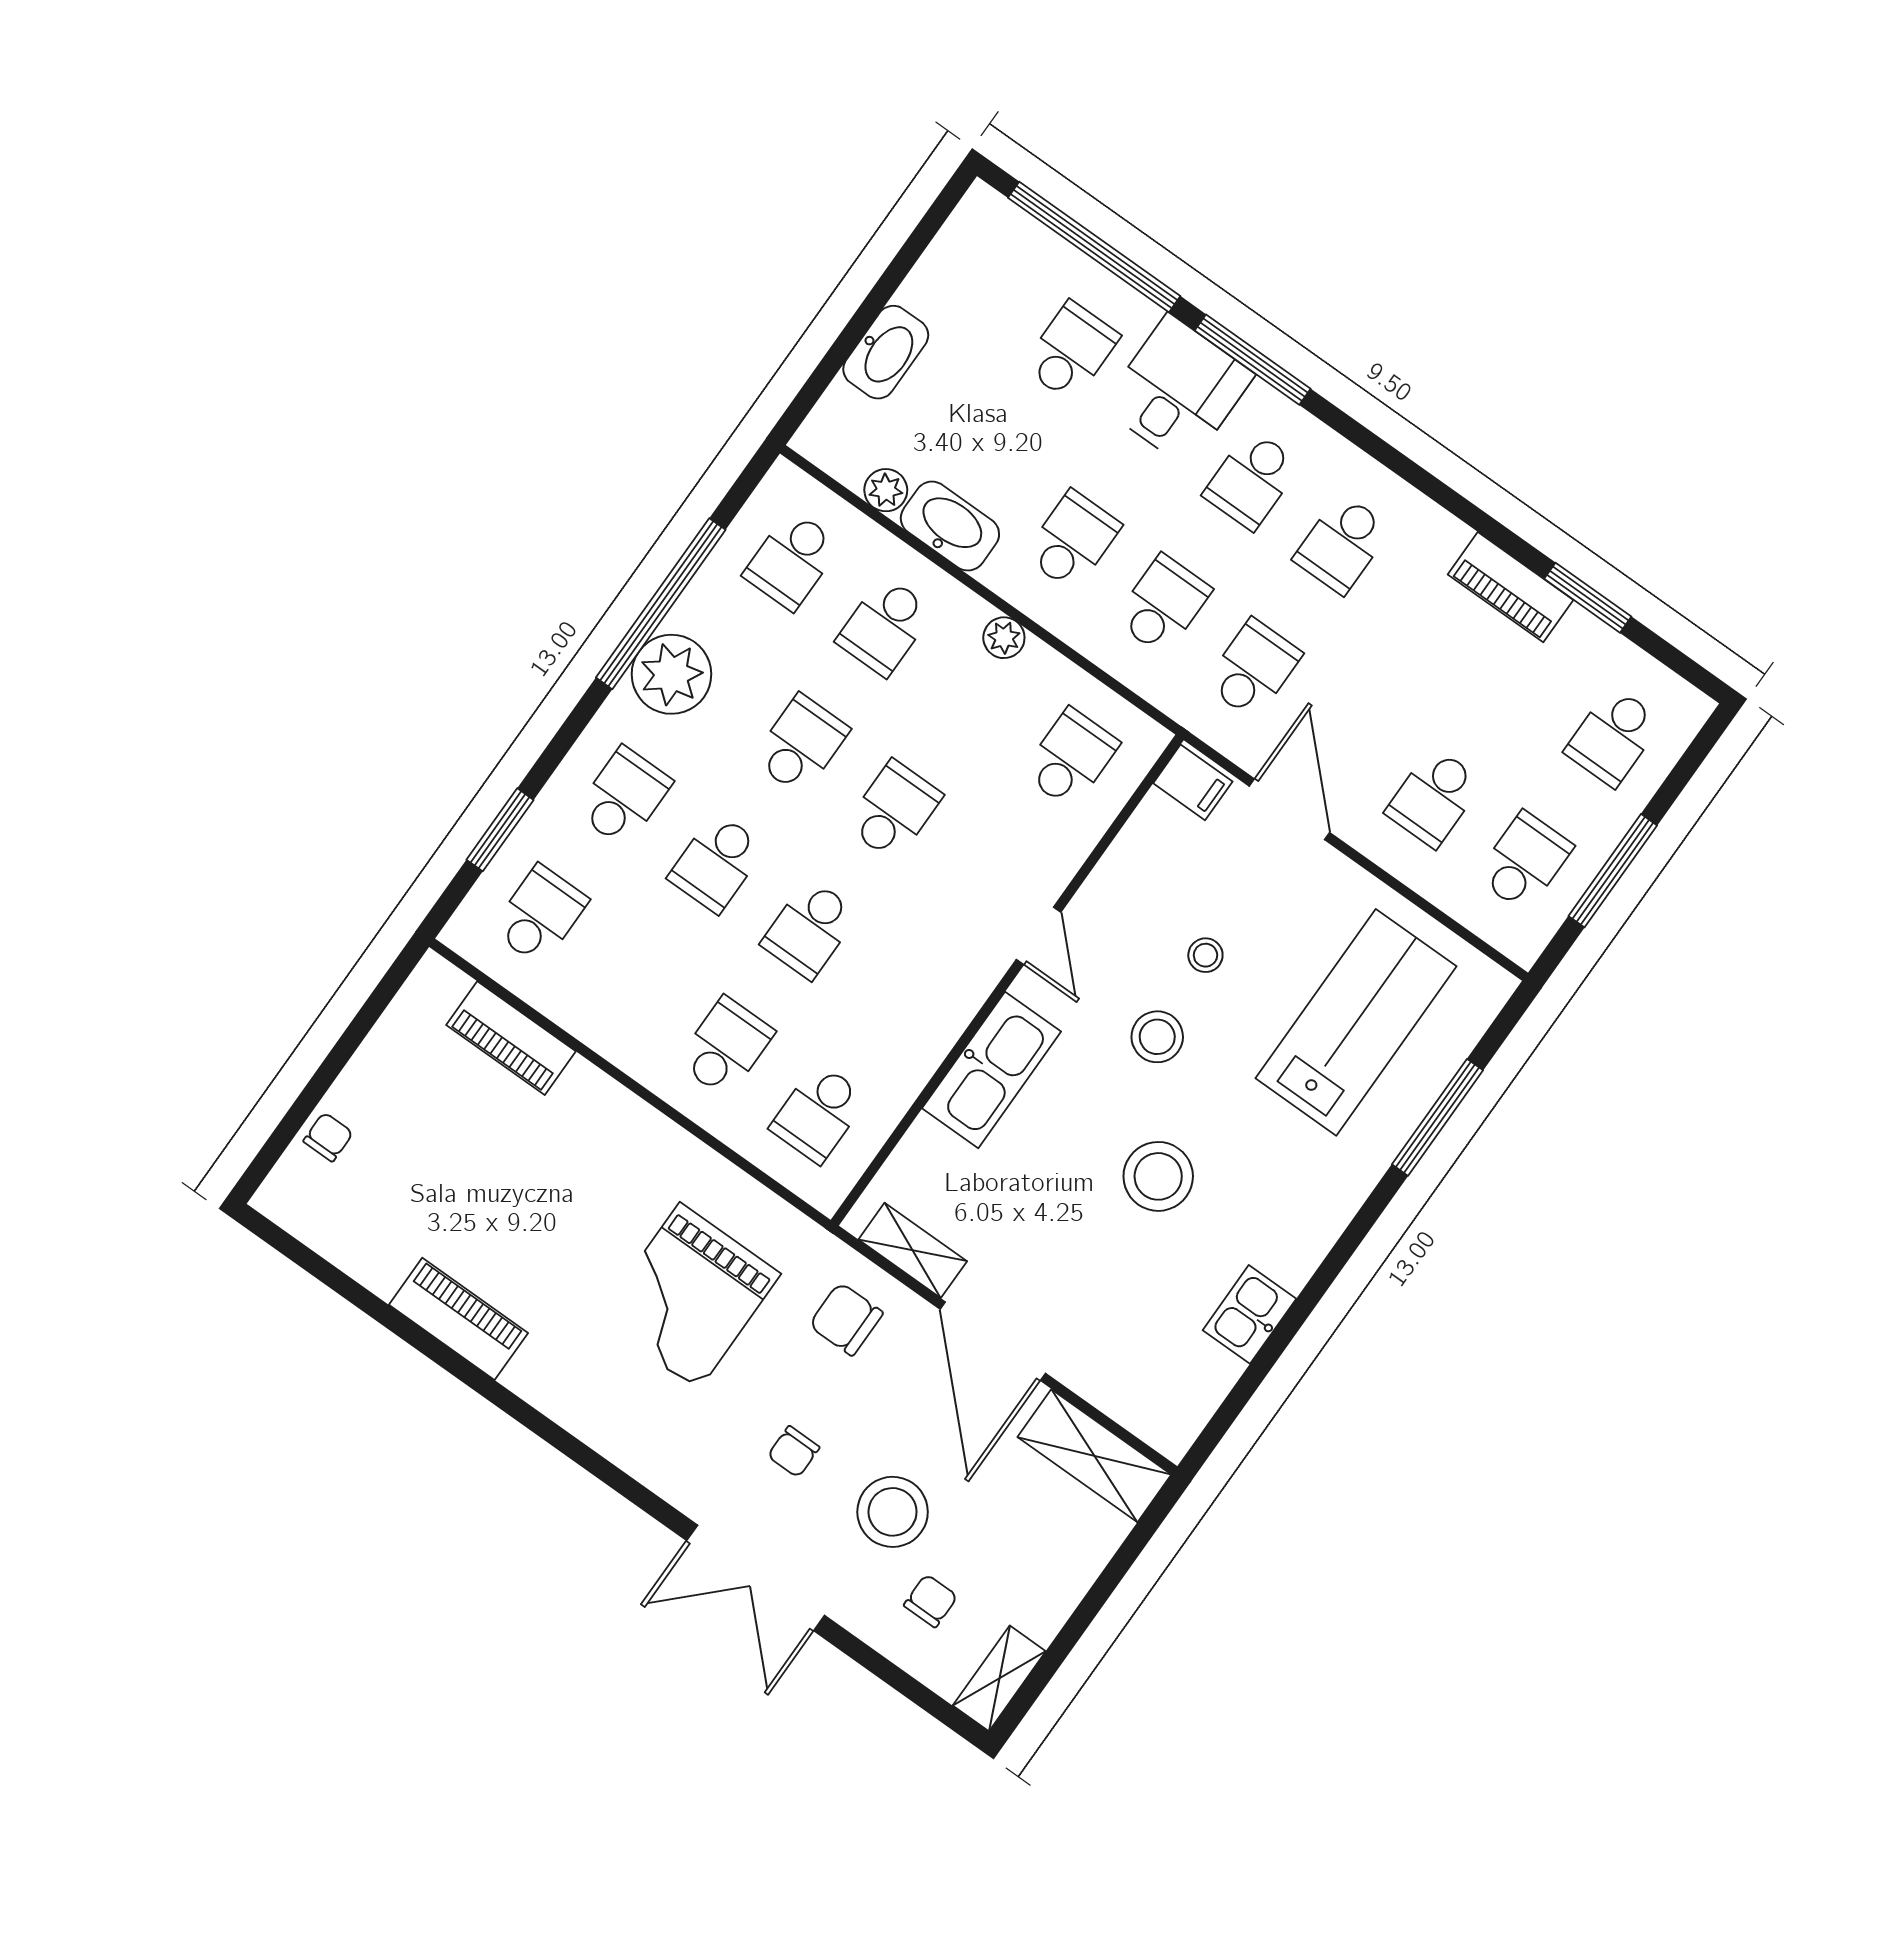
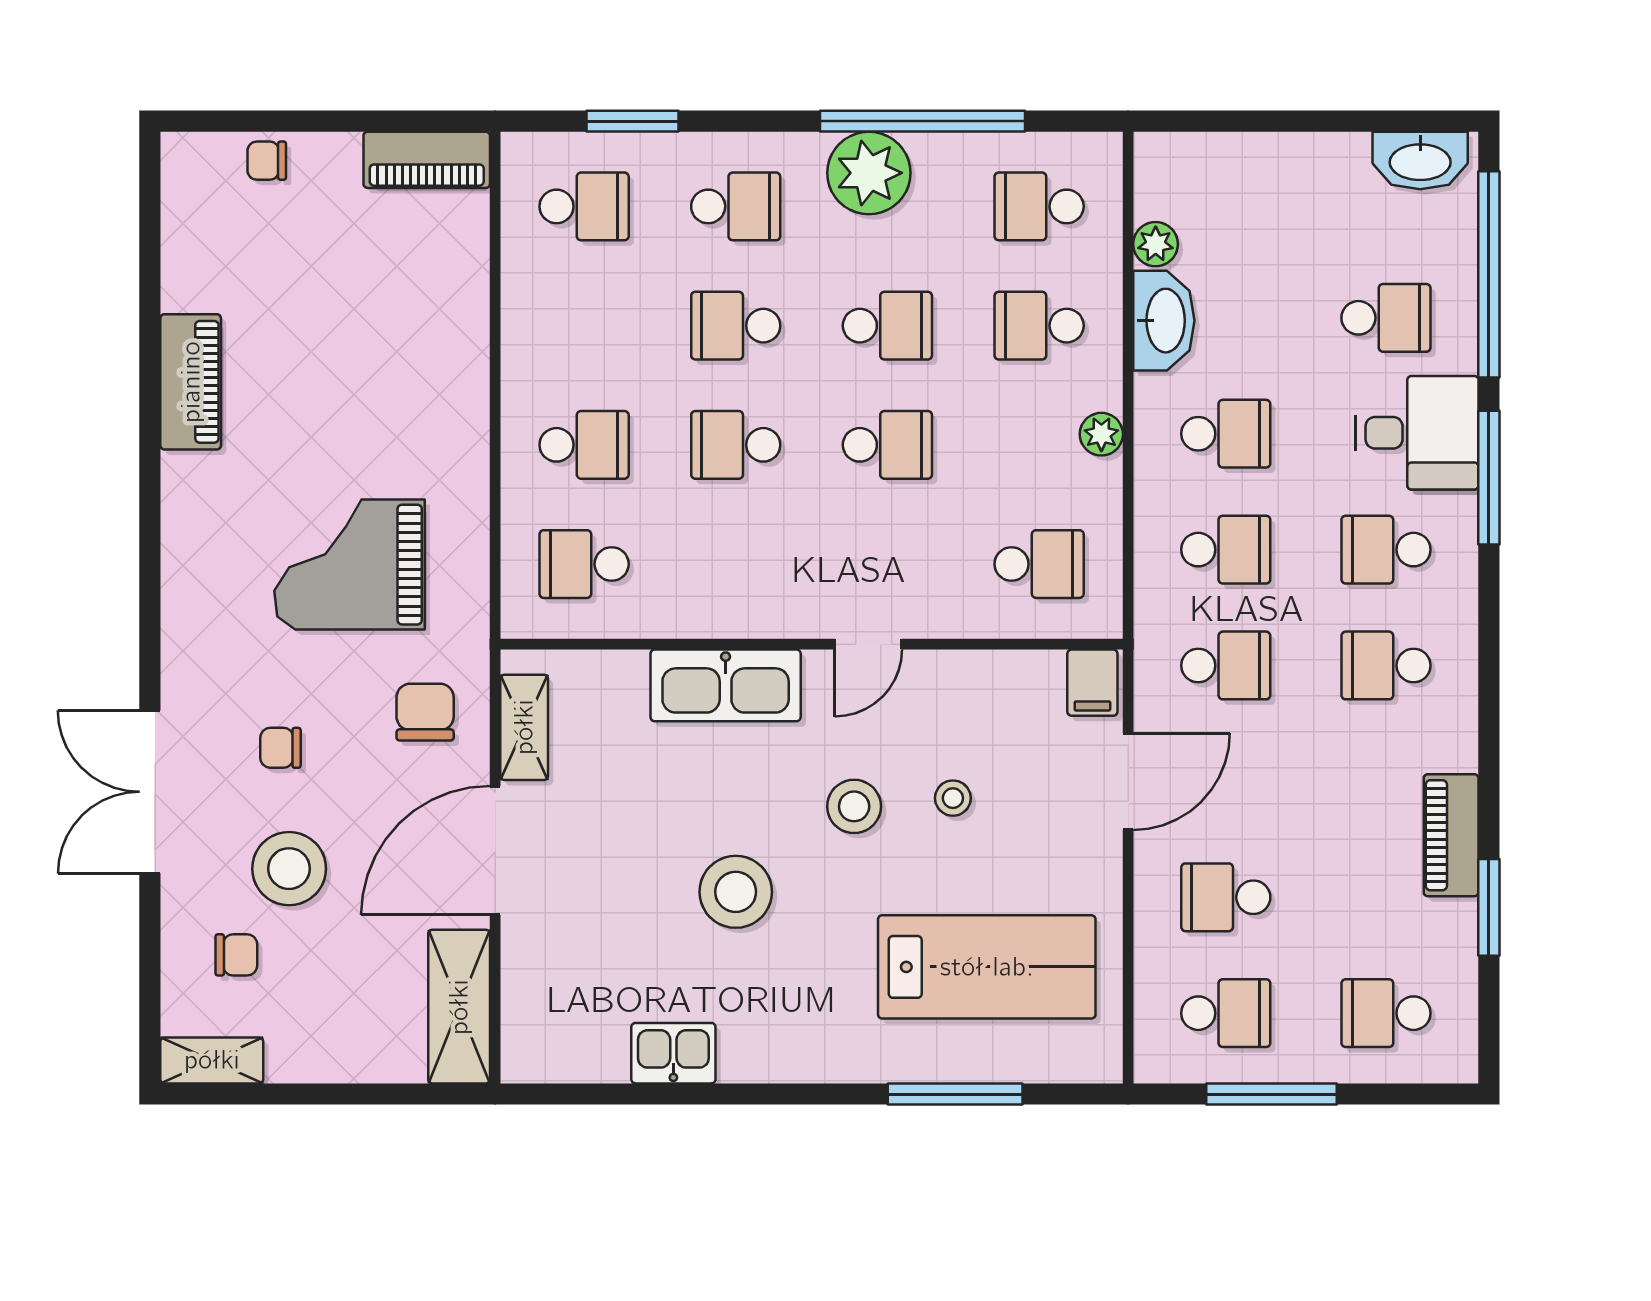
washbasin: (886, 352) -> (1420, 160), moved
piano: (511, 1038) -> (427, 160), moved, turned -90
chair: (328, 1137) -> (267, 161), turned 180

